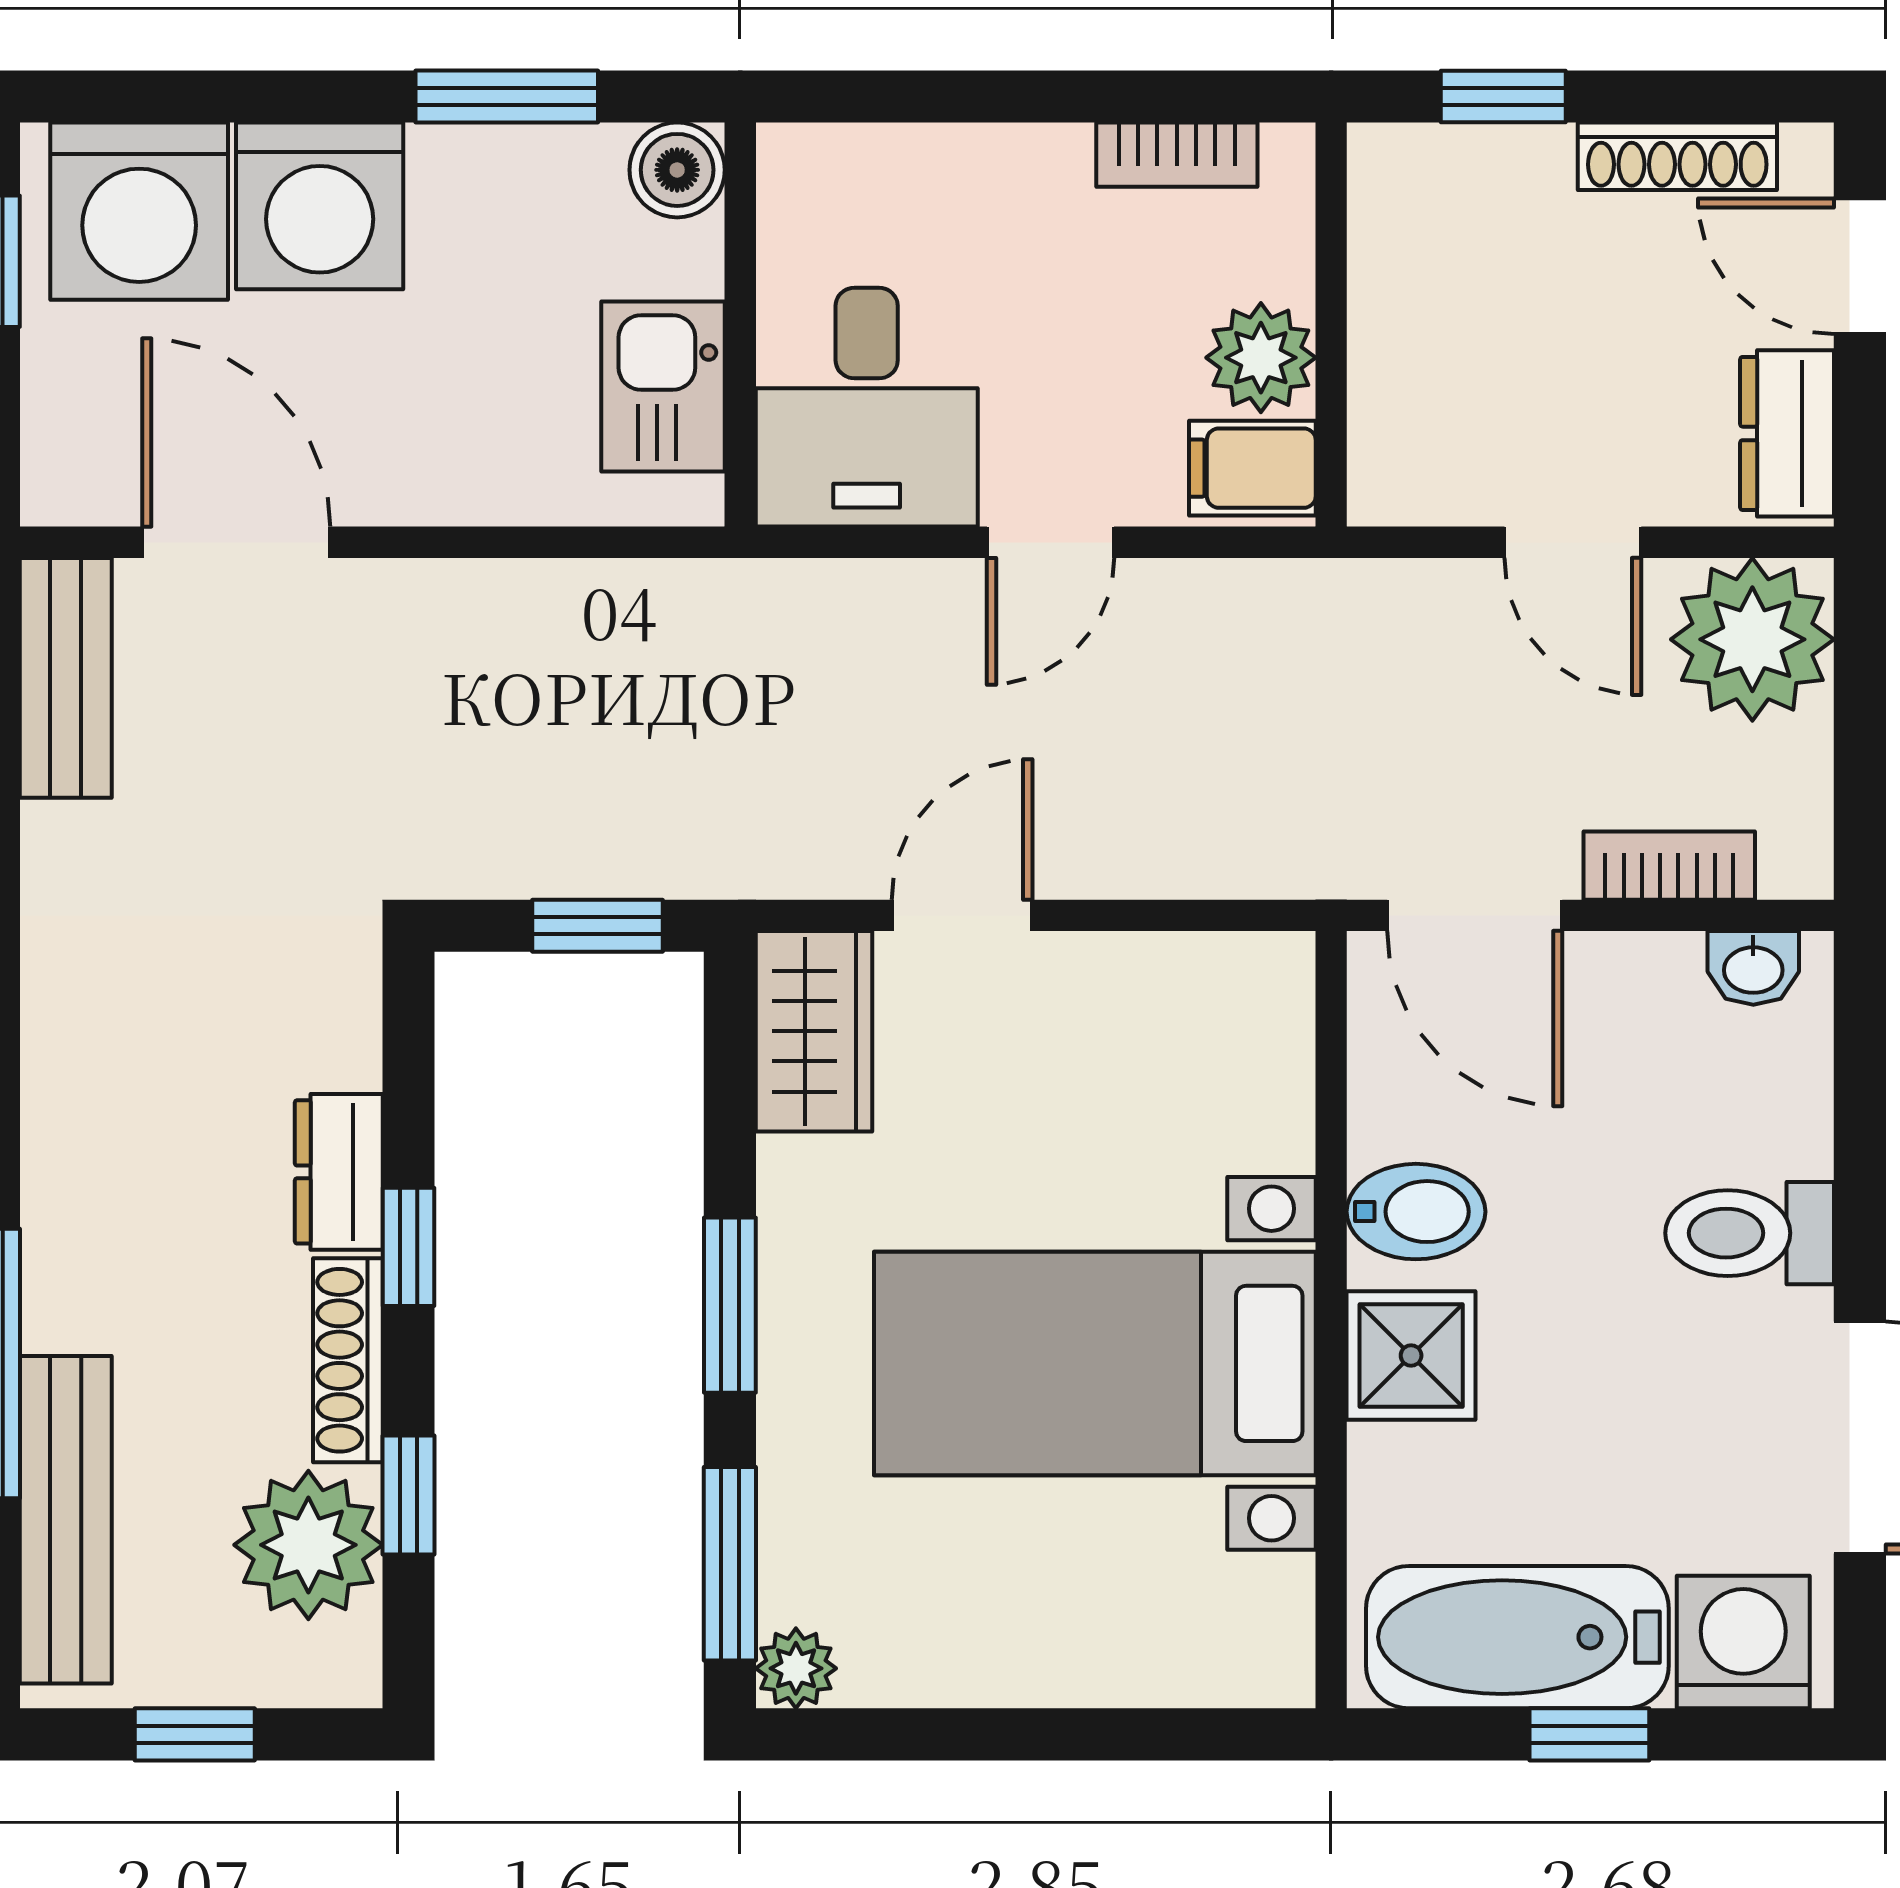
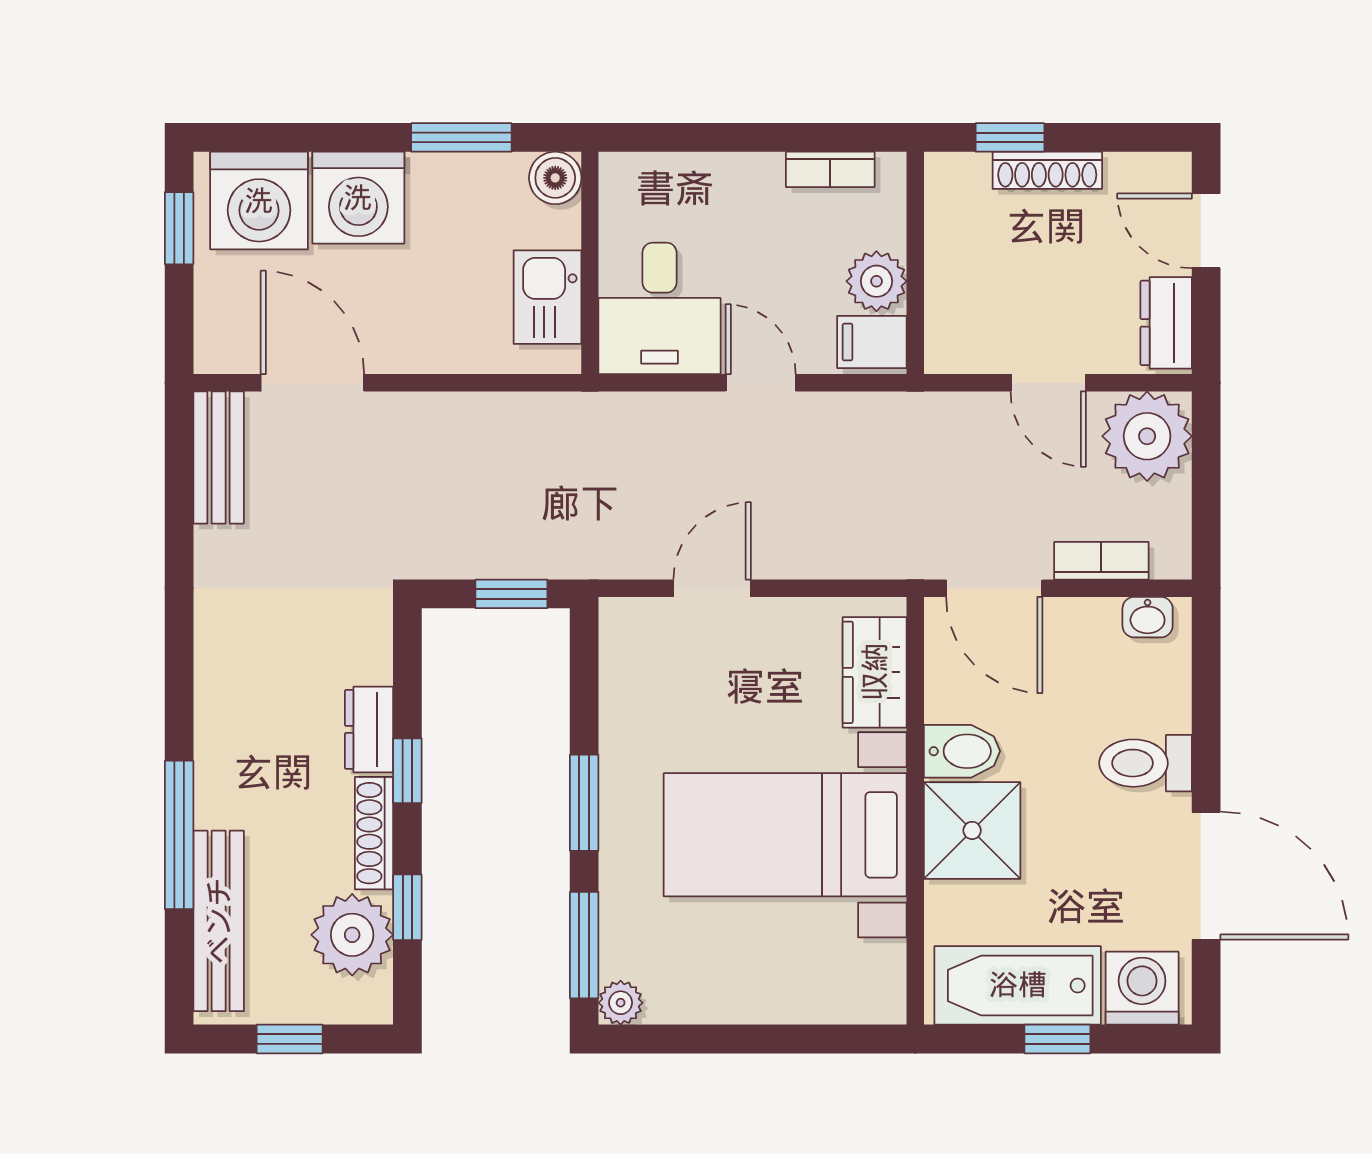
shoe rack: (1677, 156) -> (1047, 170), moved
door: (1050, 542) -> (761, 383), swing flipped
wardrobe: (814, 1031) -> (875, 672), moved, turned 180
shower: (1411, 1356) -> (972, 830), width x1.36, depth x1.36

